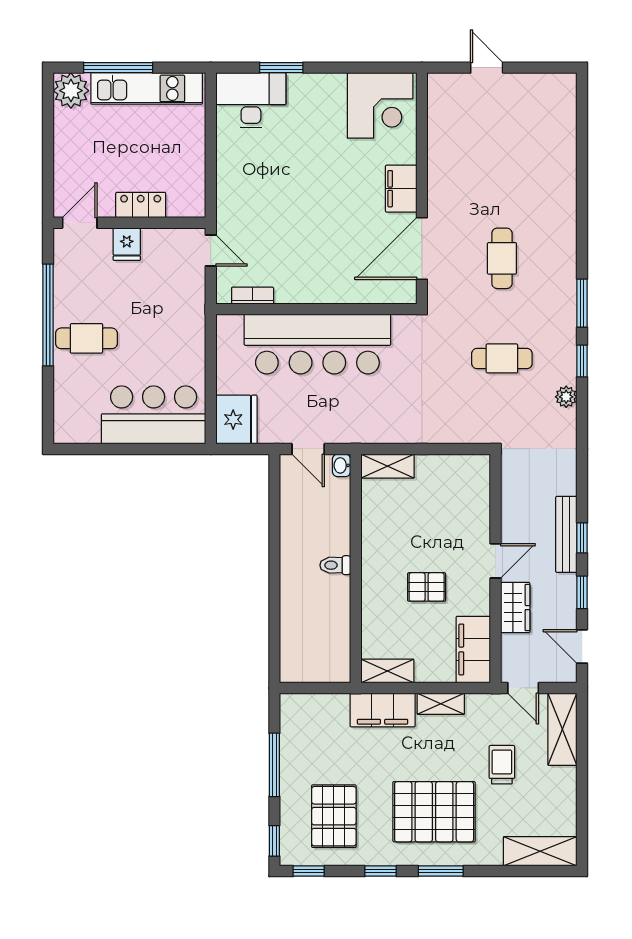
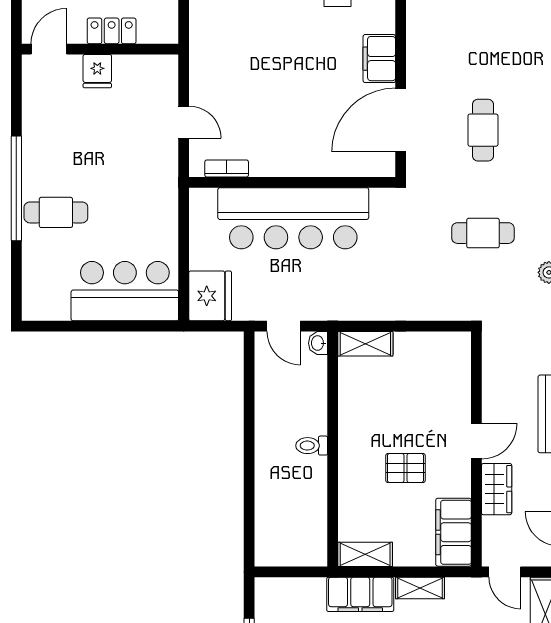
locker: (141, 205) -> (112, 31), moved
door: (80, 223) -> (49, 49), moved
wall: (129, 223) -> (100, 49), moved
fridge: (127, 244) -> (97, 71), moved

